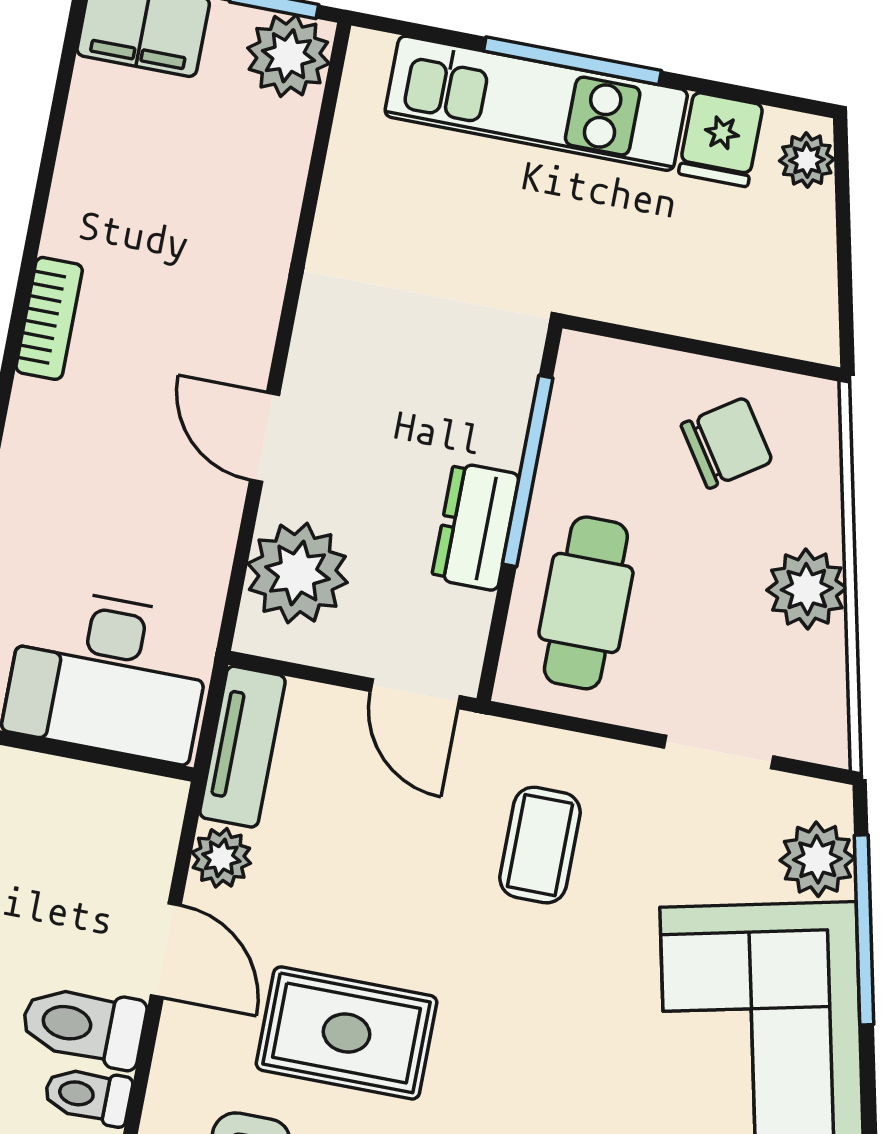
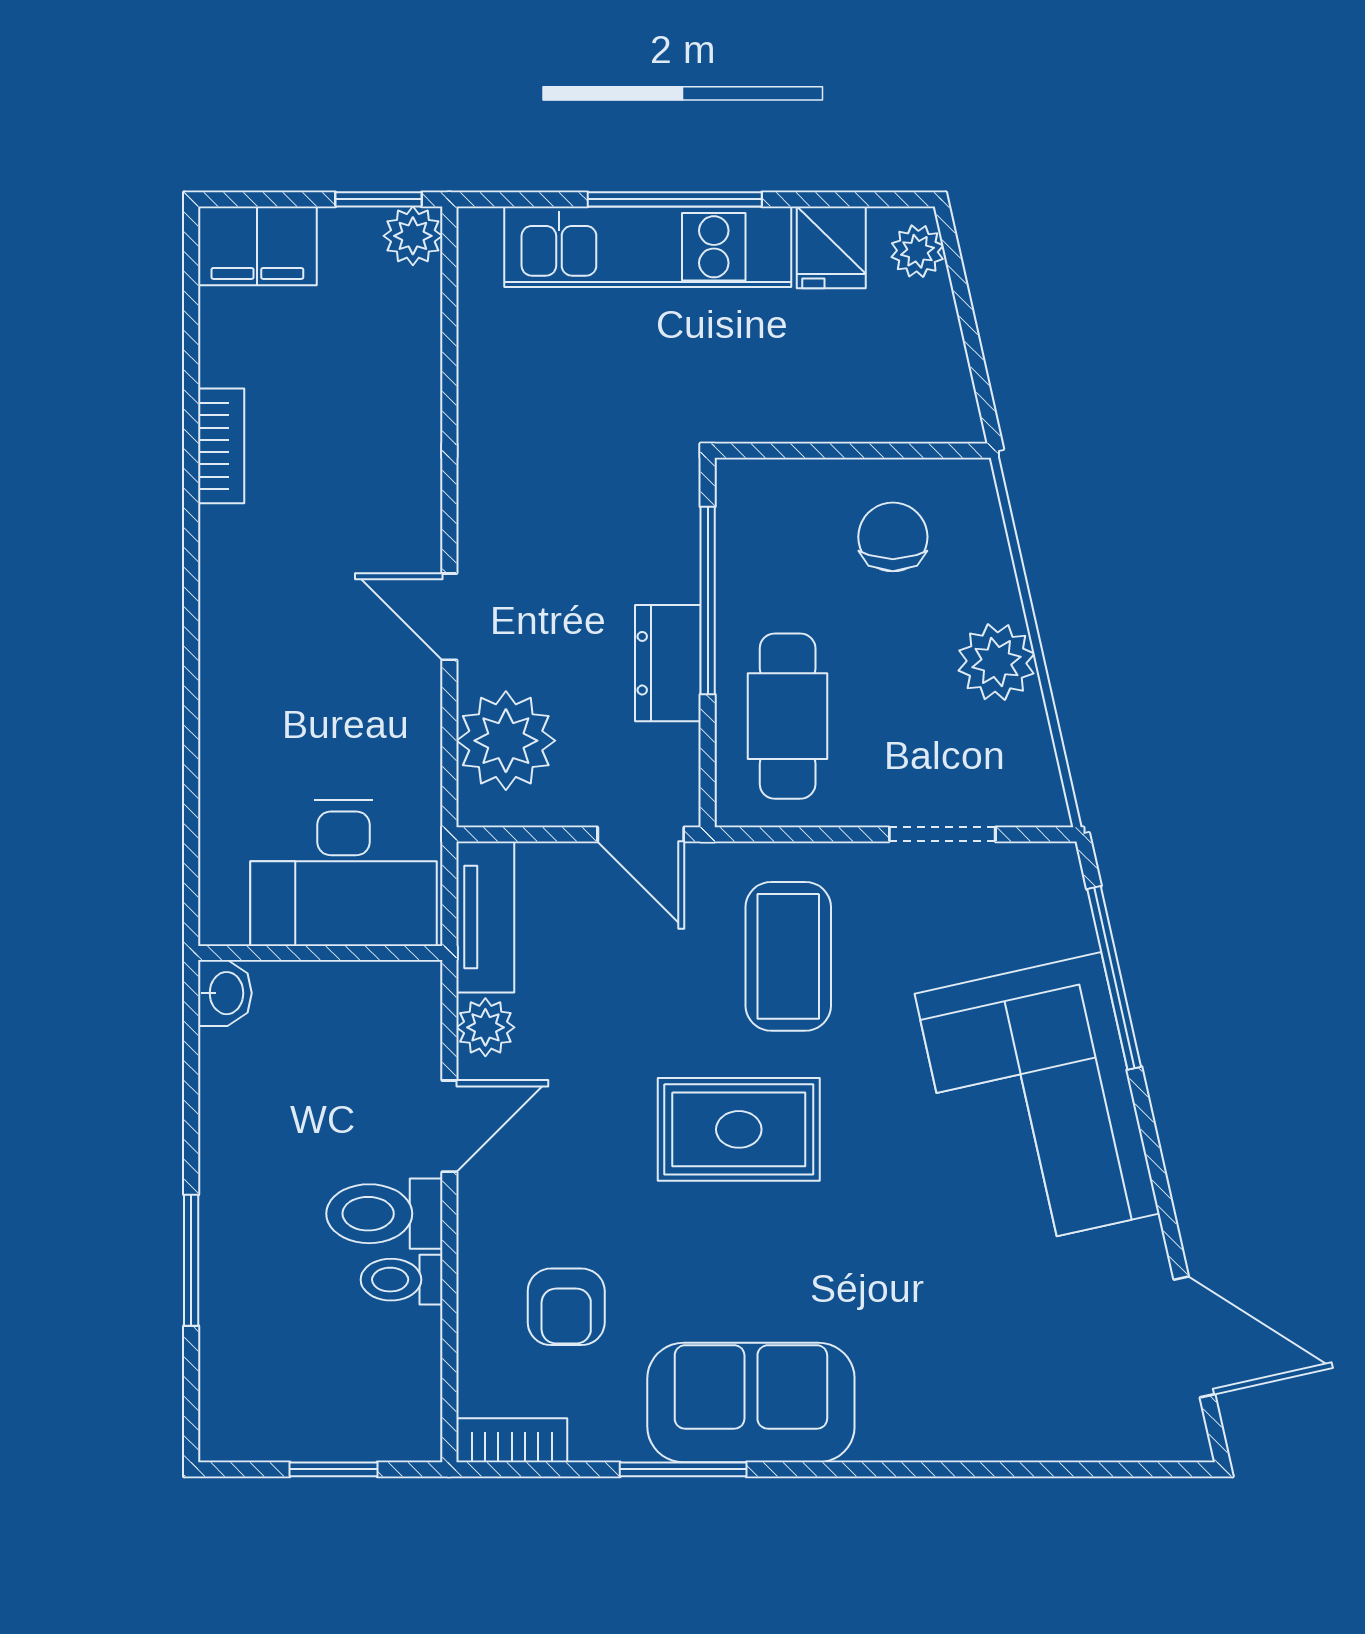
plant: (288, 56) -> (413, 236), width x0.73, depth x0.73
bookcase: (49, 318) -> (221, 446), moved
chair: (727, 443) -> (893, 537), turned -56
coffee table: (540, 845) -> (788, 956), width x1.36, depth x1.30
plant: (817, 859) -> (1056, 919), removed
door: (166, 950) -> (449, 1126), hinge flipped
rug: (347, 1033) -> (739, 1129), moved

